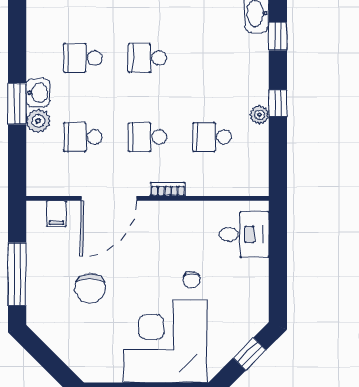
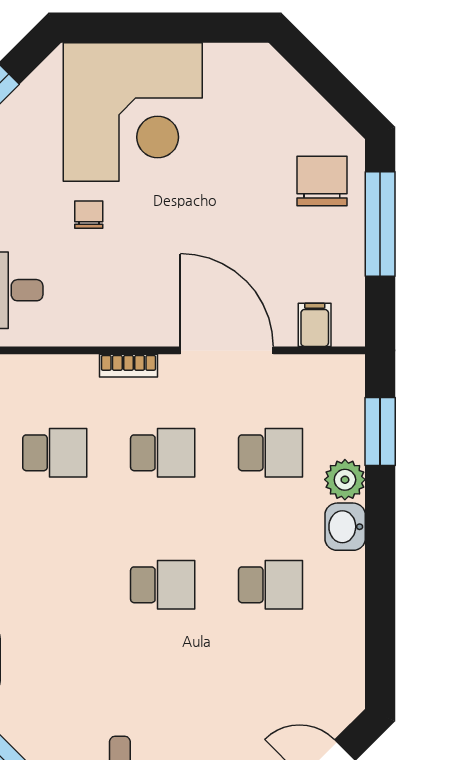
window: (17, 104) -> (380, 431), moved
door: (109, 198) -> (227, 350), hinge flipped
chair: (90, 288) -> (322, 181), moved

